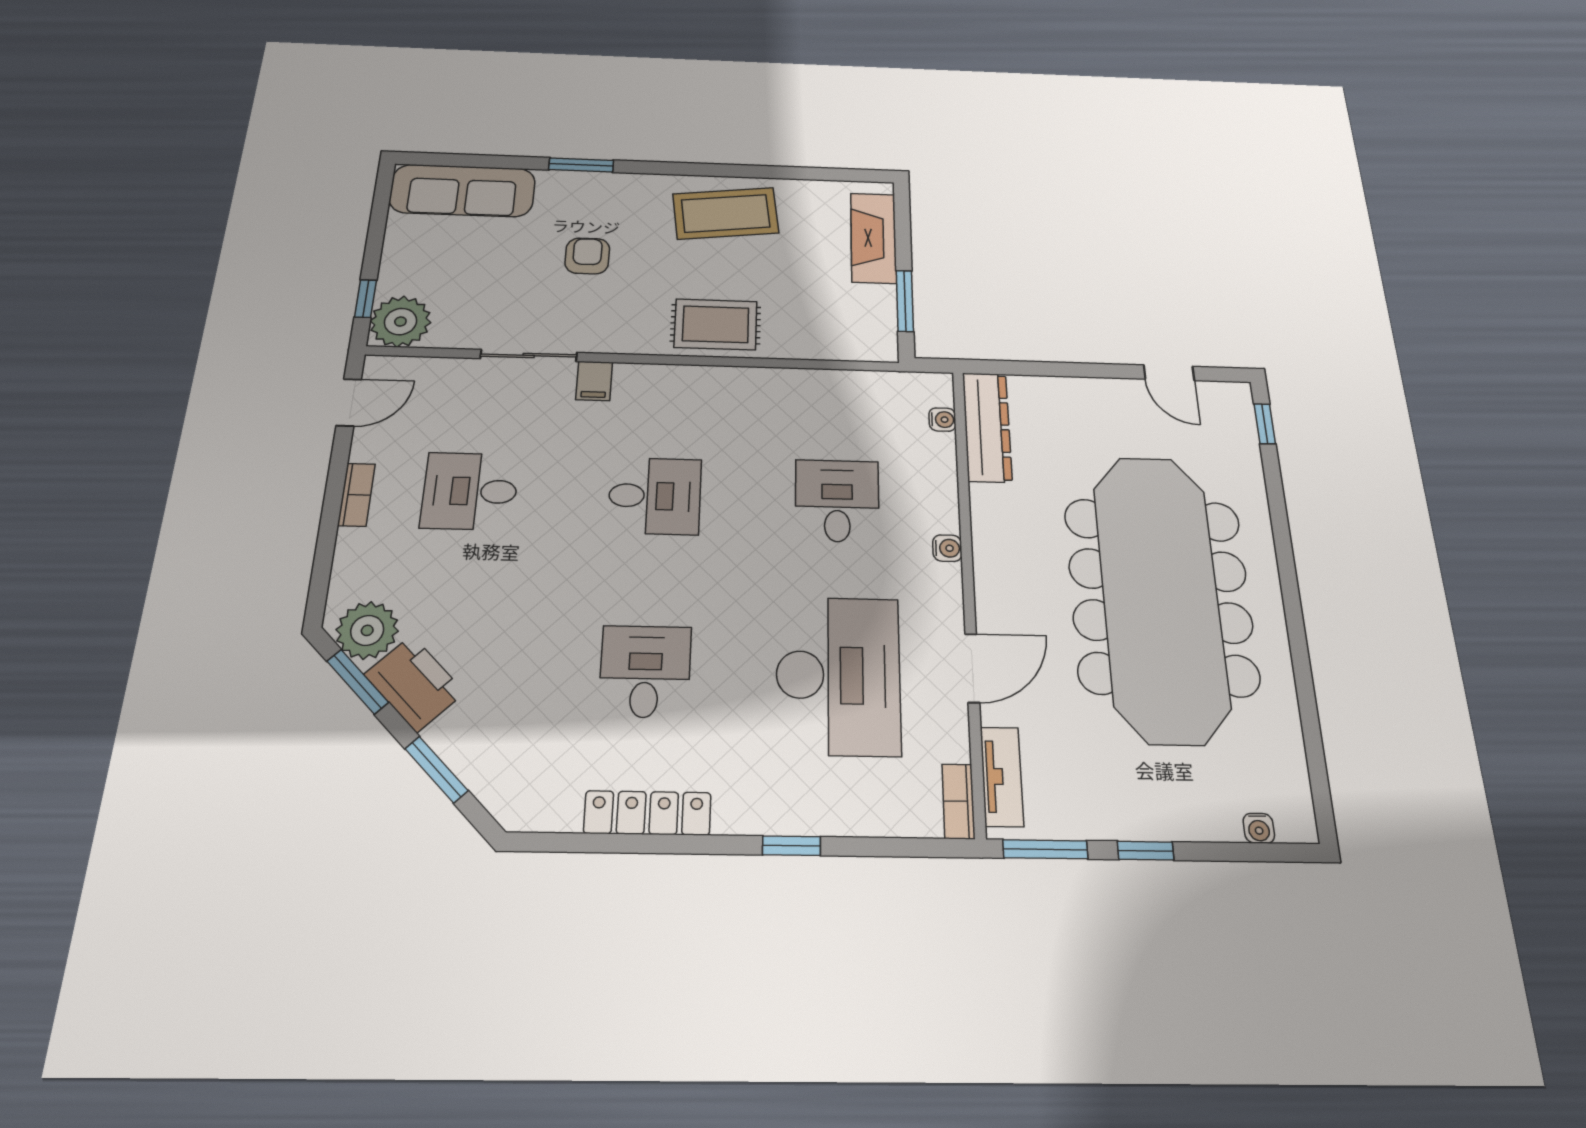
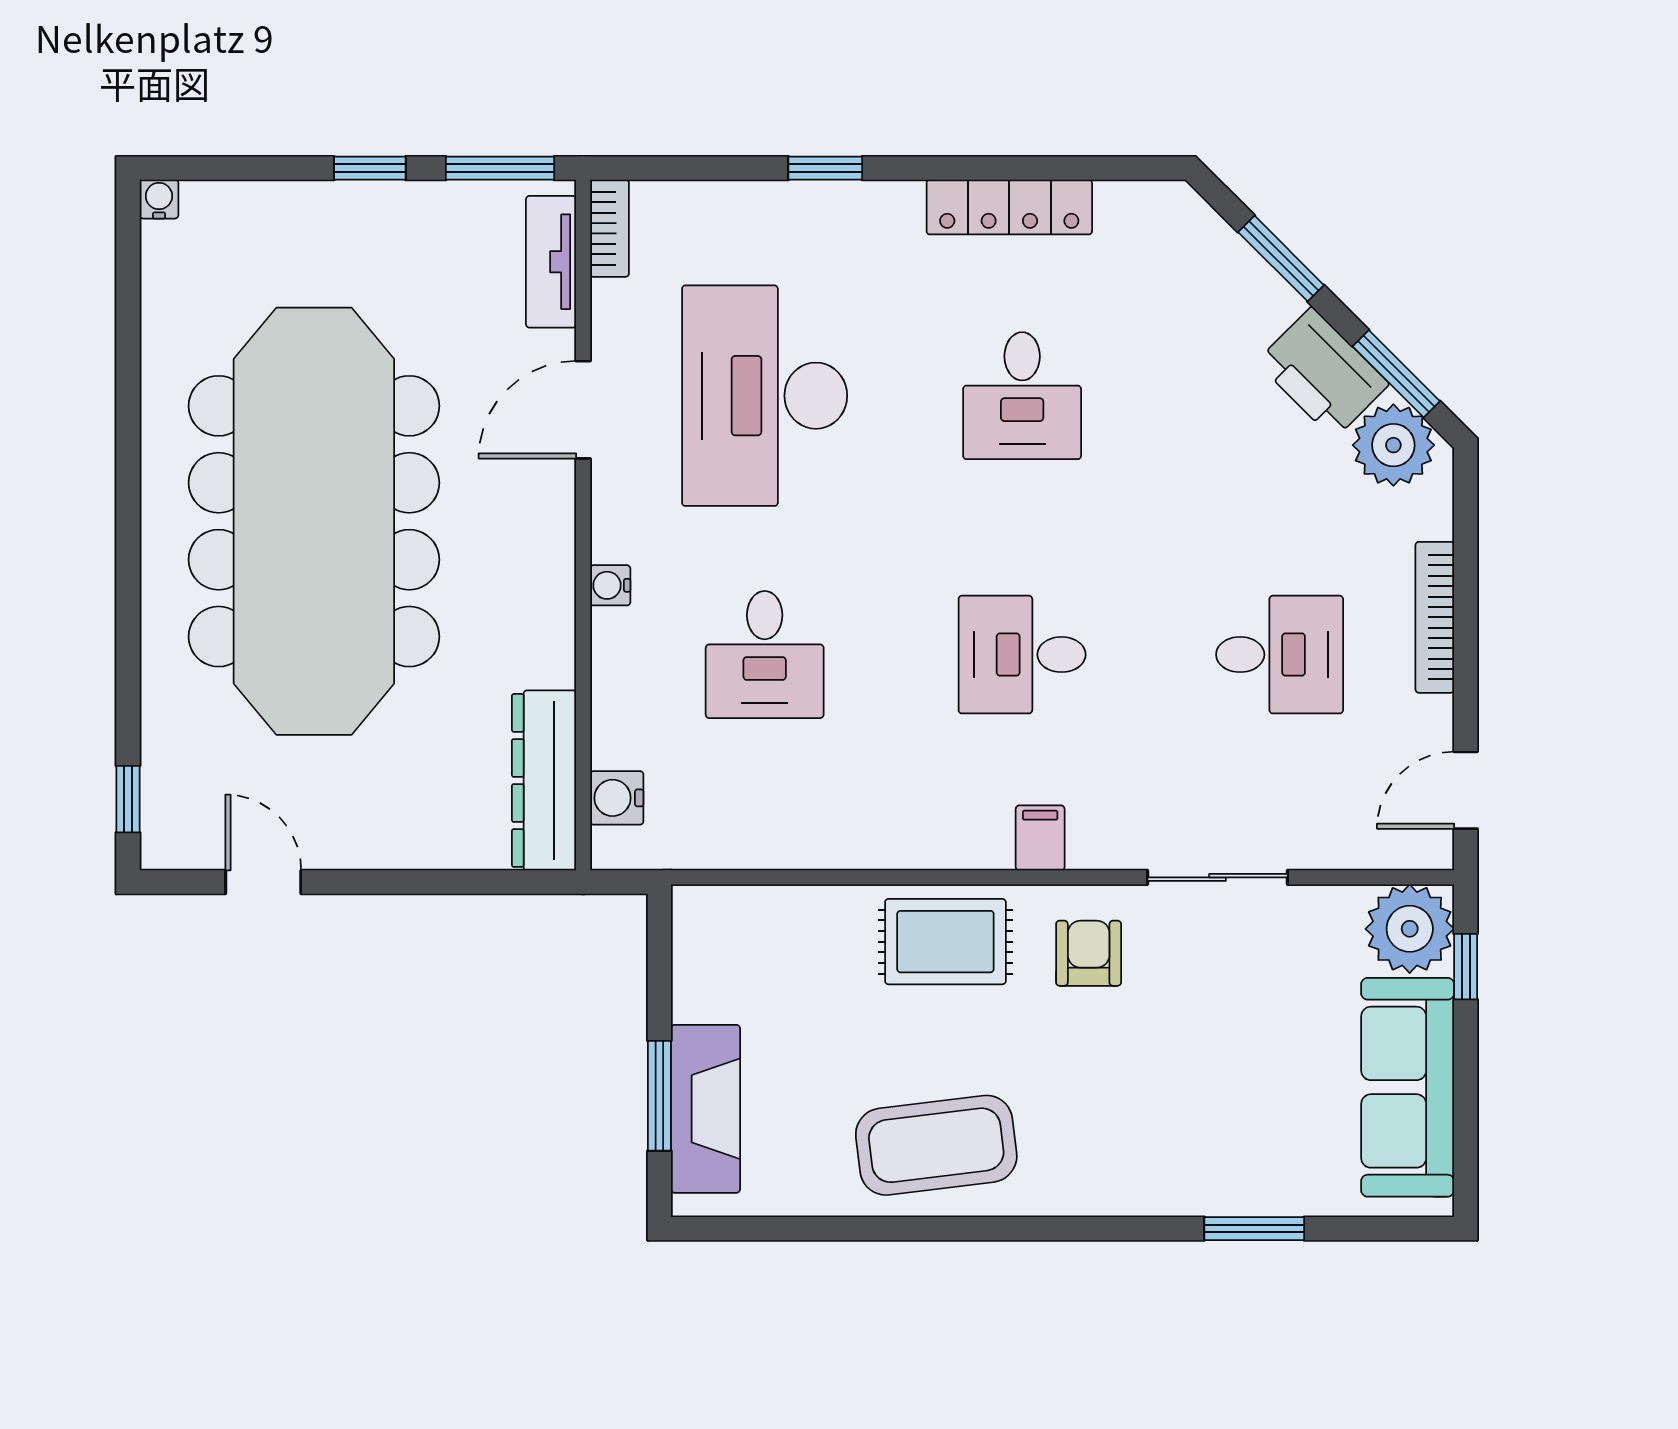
window: (581, 165) -> (1254, 1229), moved
sofa: (463, 191) -> (1408, 1087), moved, turned -90
armchair: (587, 256) -> (1089, 953), moved, turned 180
window: (905, 301) -> (659, 1096), moved
filing cabinet: (594, 381) -> (1040, 838), moved
water cooler: (942, 420) -> (617, 798), width x1.38, depth x1.38
bookcase: (356, 495) -> (1435, 617), width x1.56
water cooler: (1259, 828) -> (159, 199), moved

